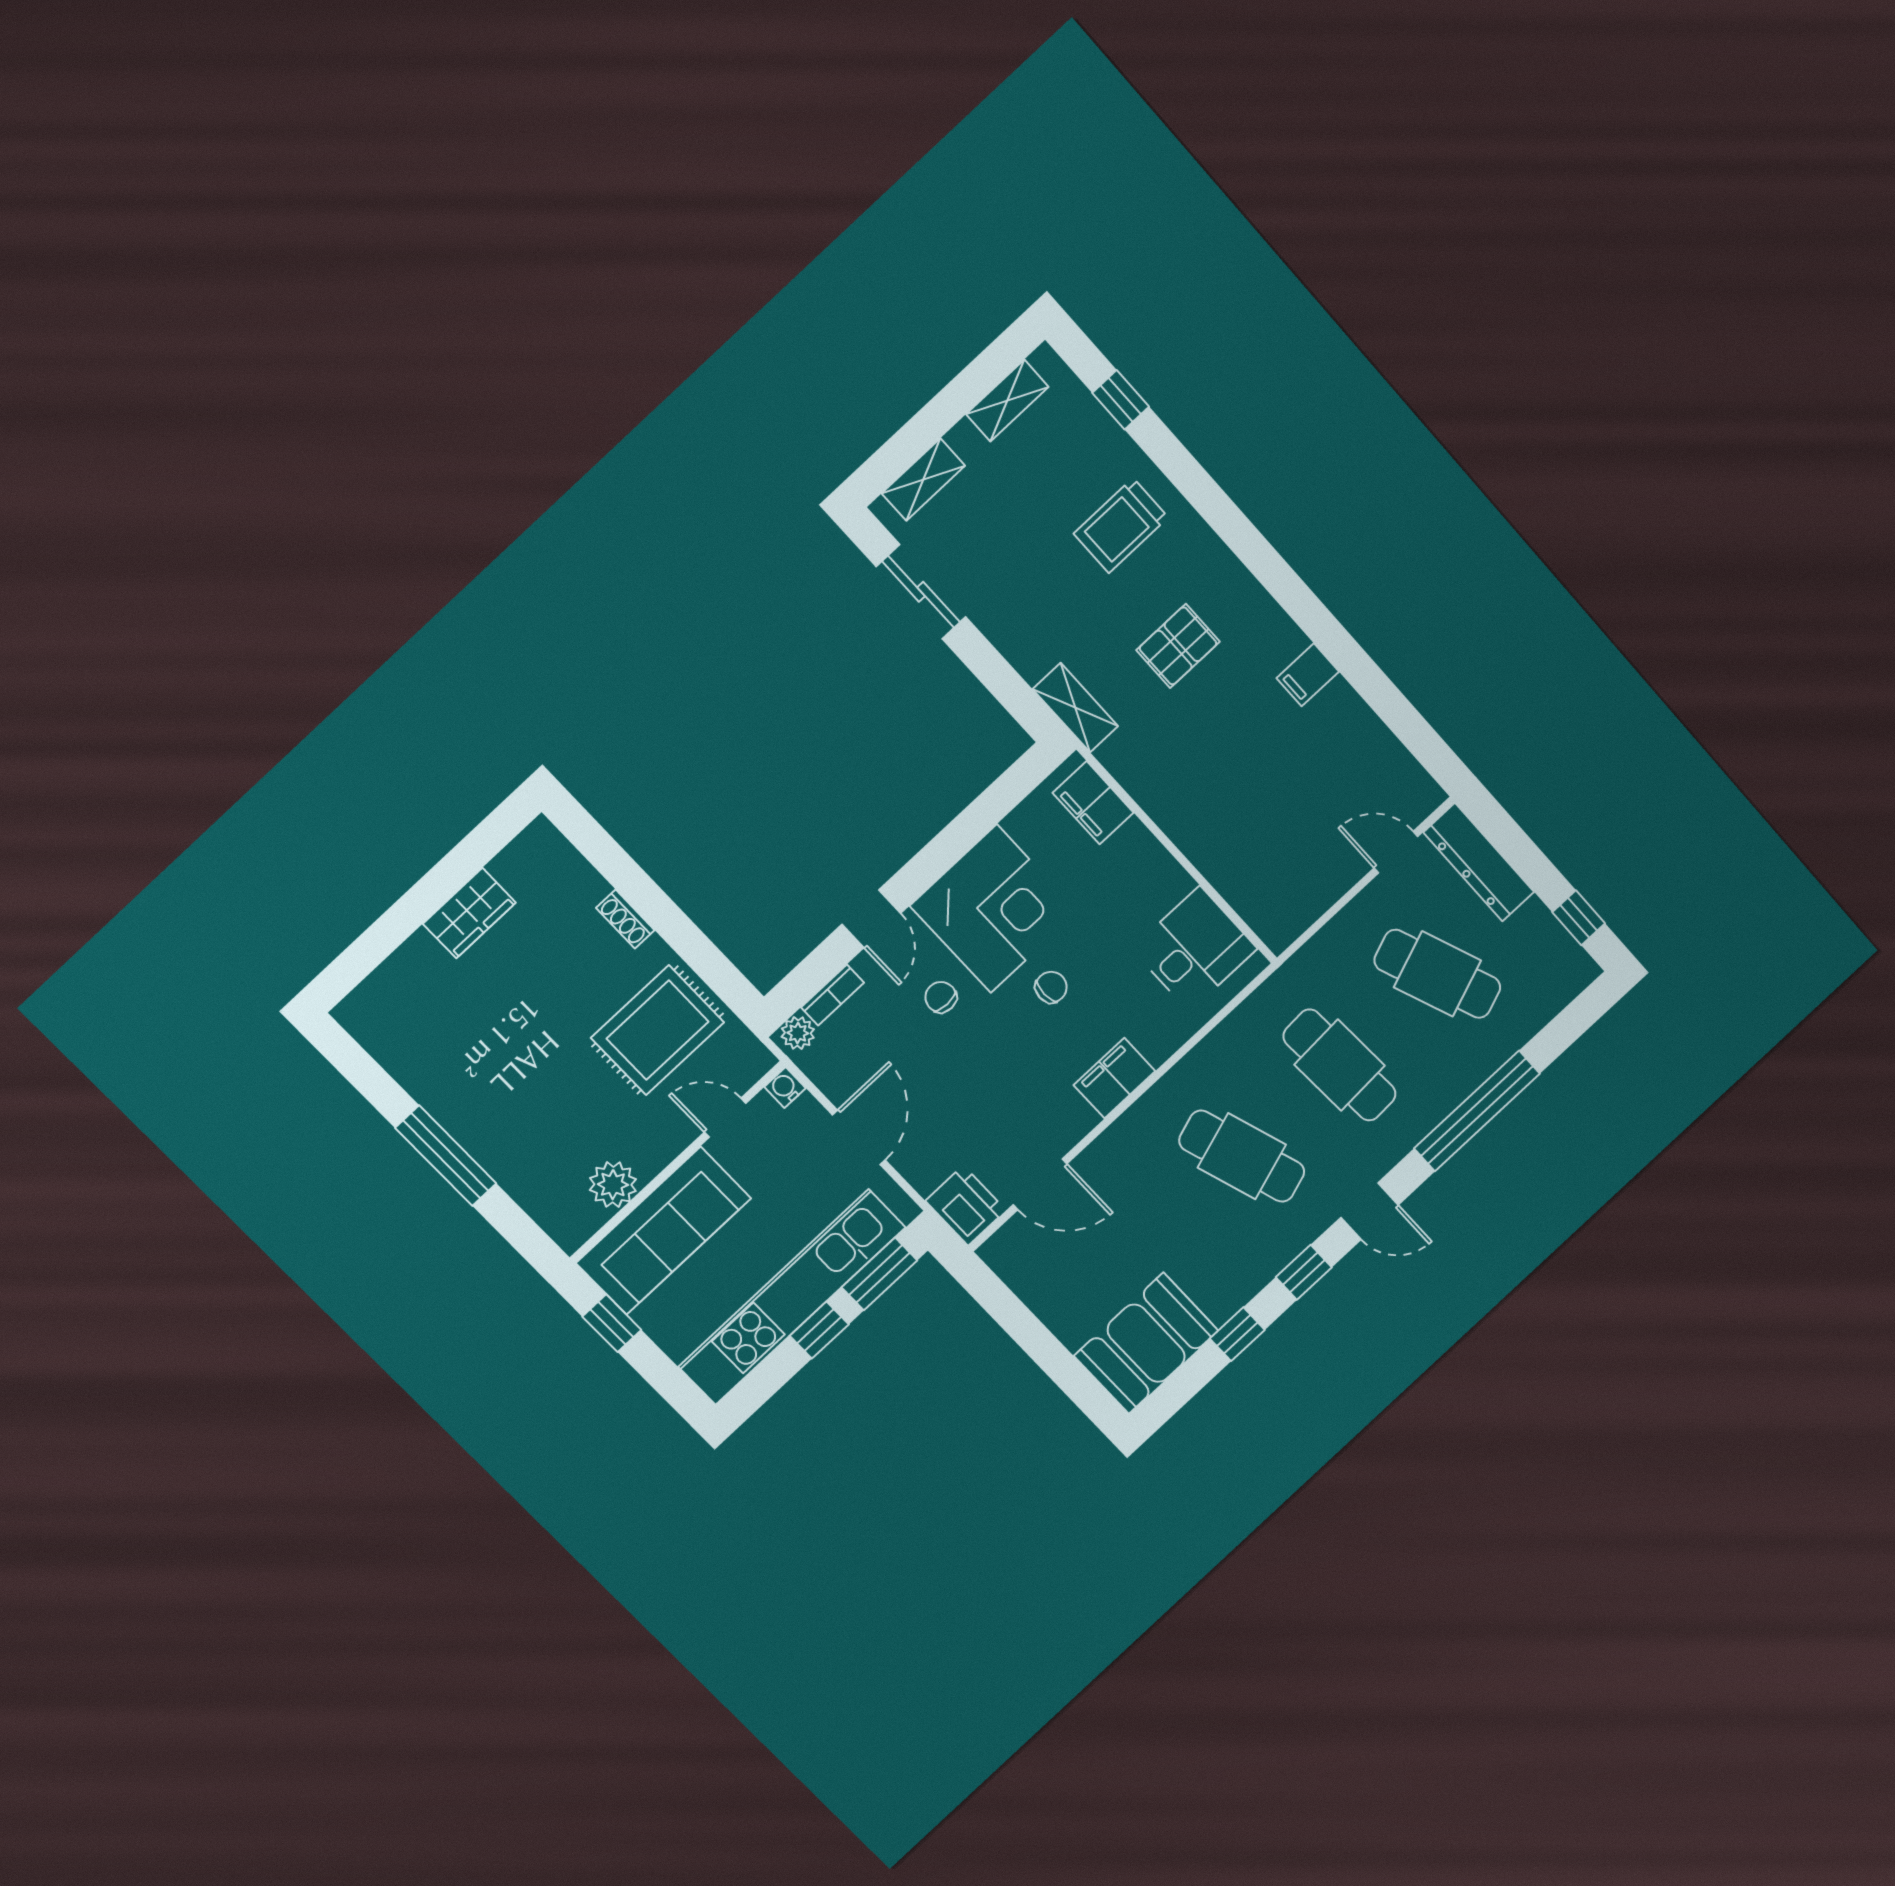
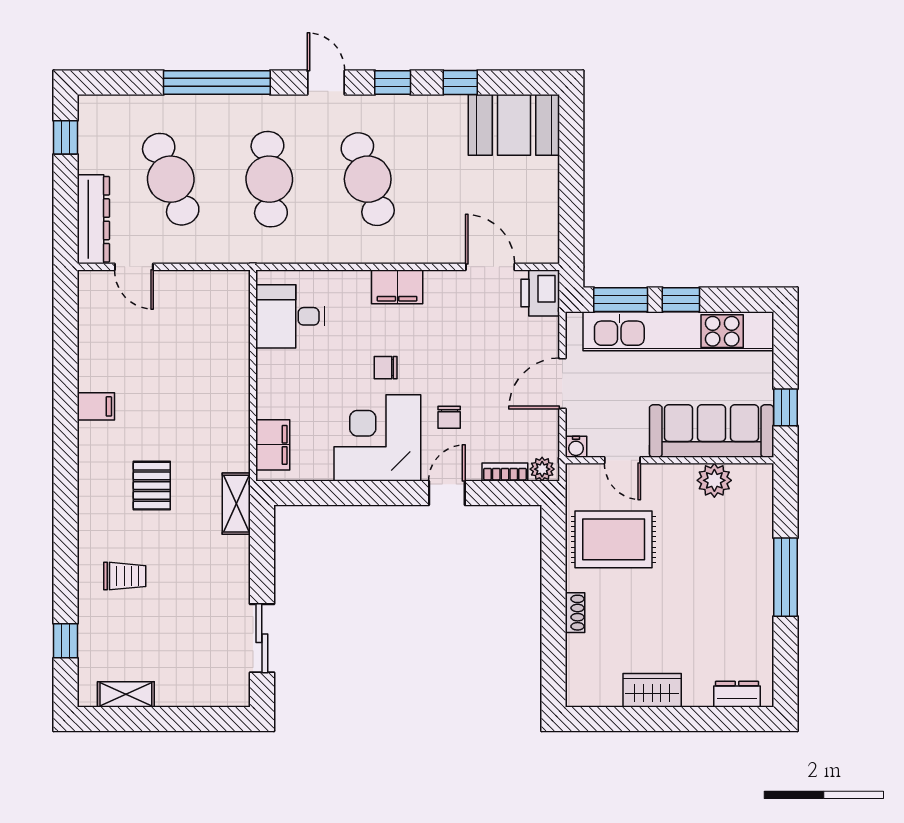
shelving: (923, 479) -> (207, 694), removed
trolley: (1121, 525) -> (125, 576), width x0.73, depth x0.72
pallet: (1178, 646) -> (152, 486), turned 90
dresser: (378, 991) -> (737, 694), added

